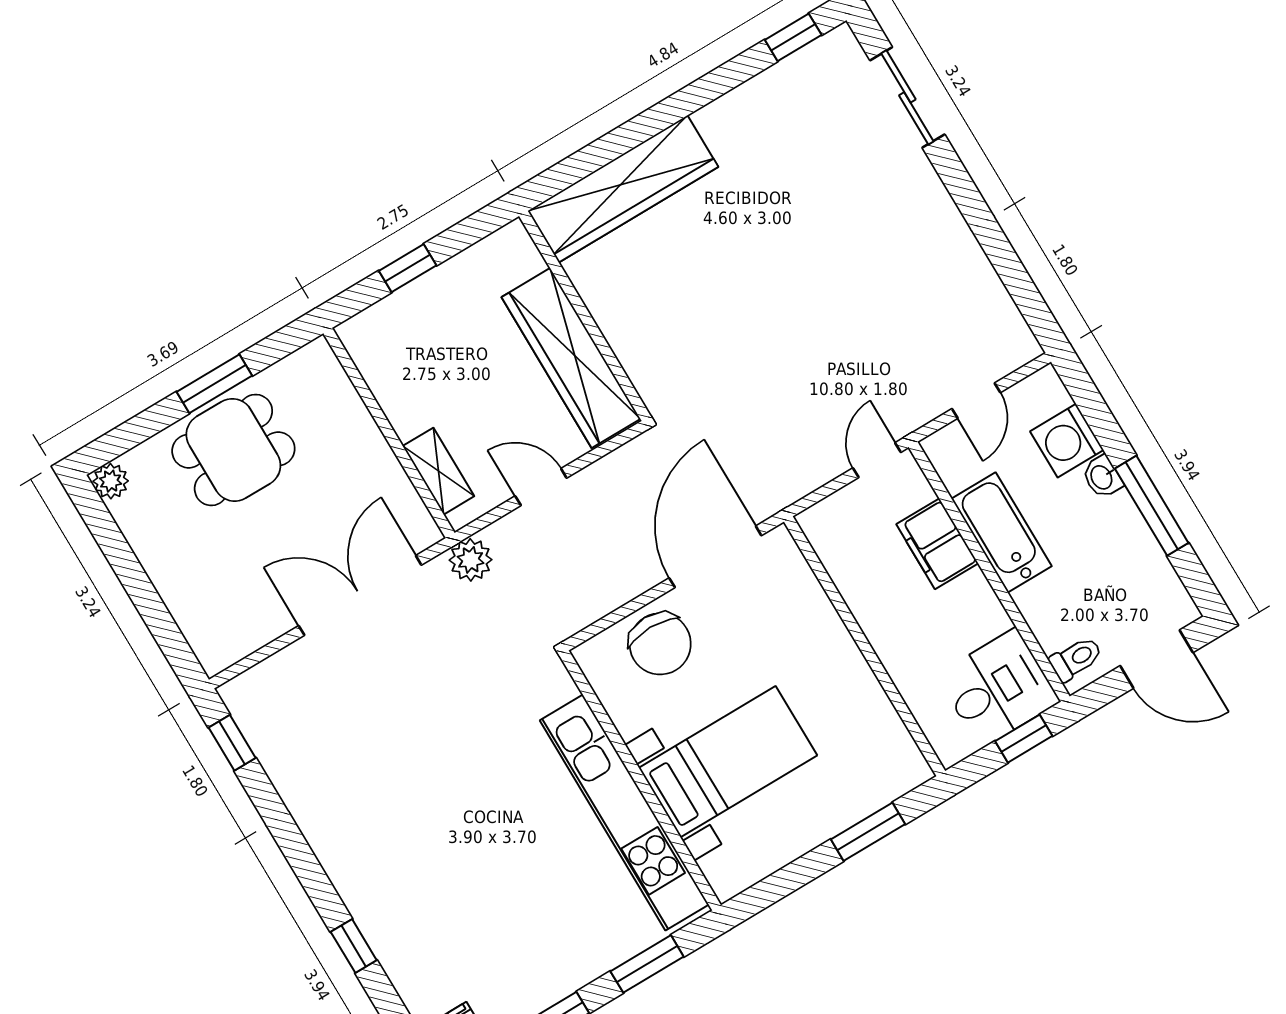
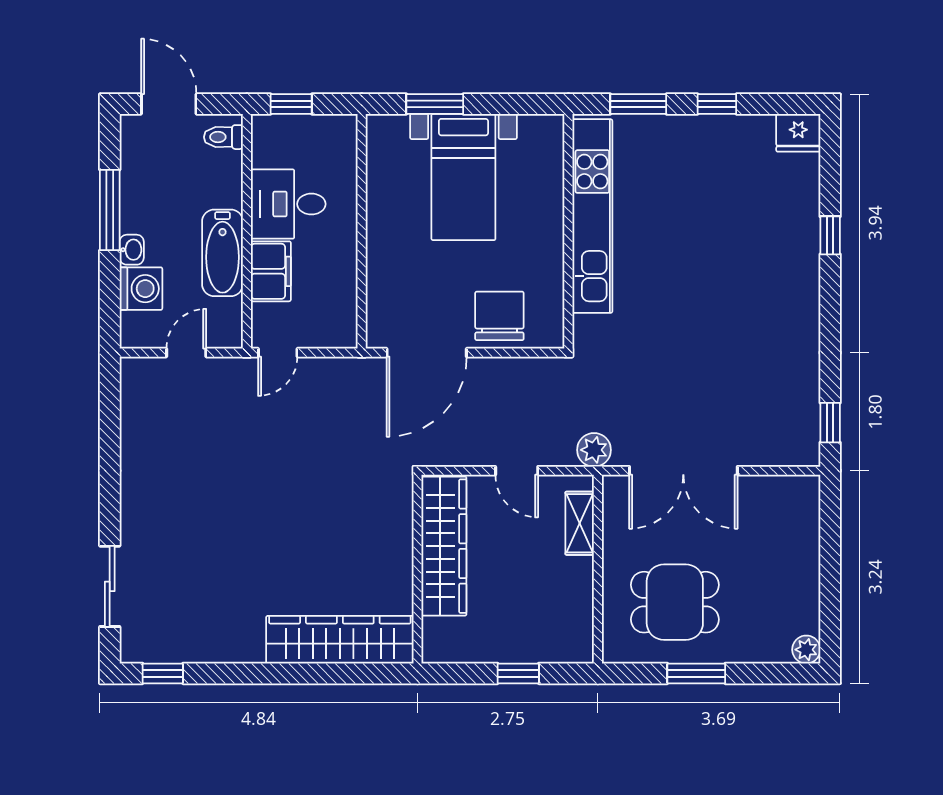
dining table: (233, 450) -> (675, 602), moved
desk: (998, 688) -> (288, 204), moved
bed with nightstands: (728, 762) -> (463, 177), moved, turned -90

